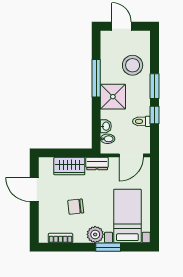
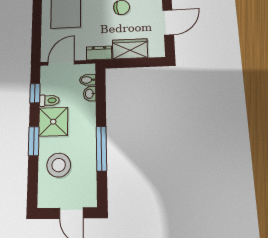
shower: (113, 97) -> (53, 122), moved
window: (154, 115) -> (35, 93), moved
door: (34, 190) -> (168, 22), hinge flipped

